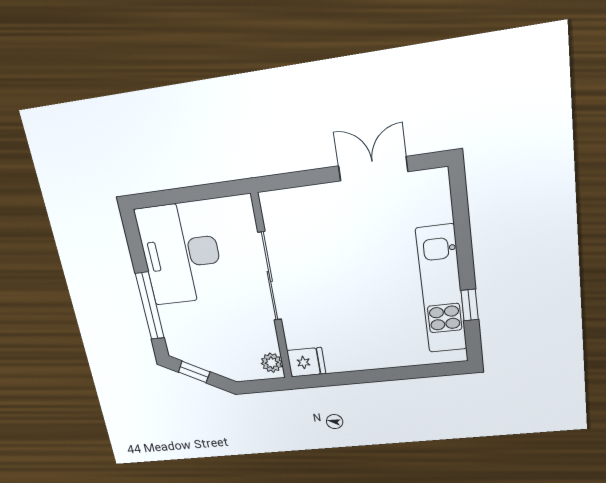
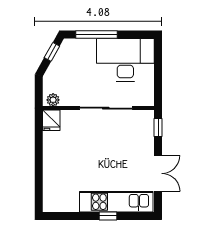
window: (288, 181) -> (158, 127), added
kitchen unit: (442, 290) -> (116, 202), moved
window: (470, 305) -> (108, 216), moved

